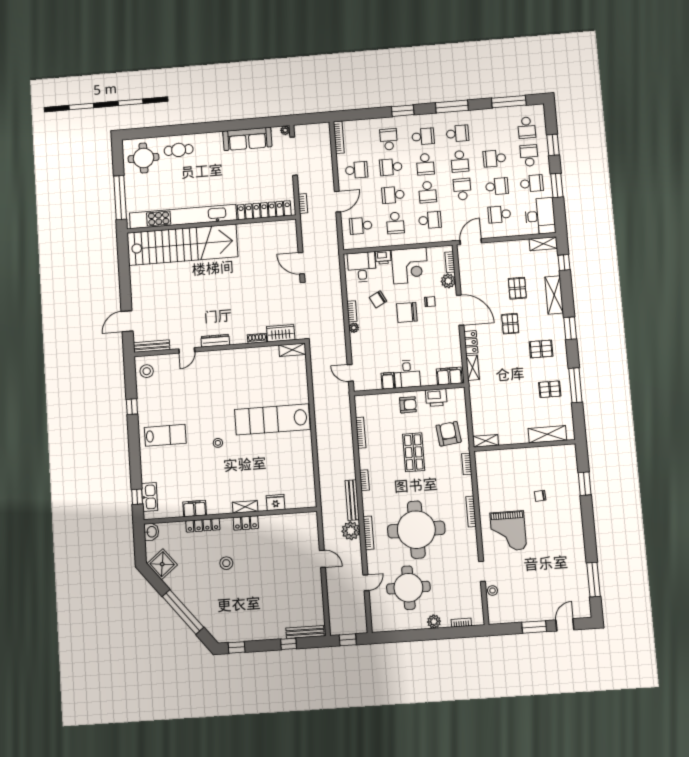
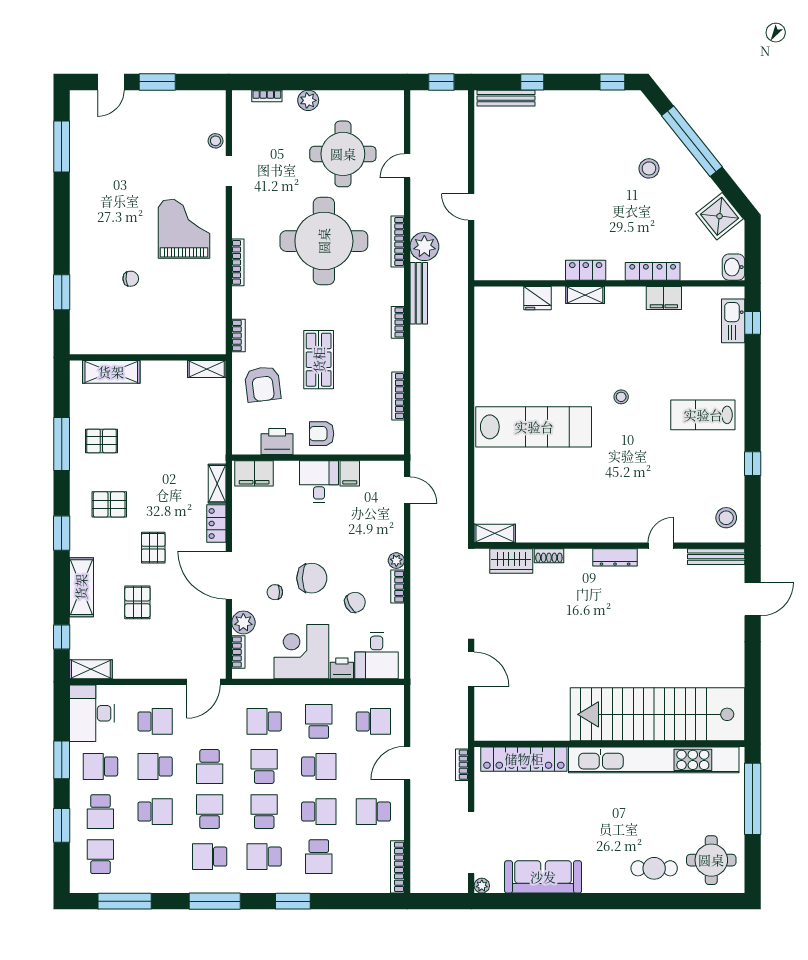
stool: (226, 563) -> (649, 168), moved

